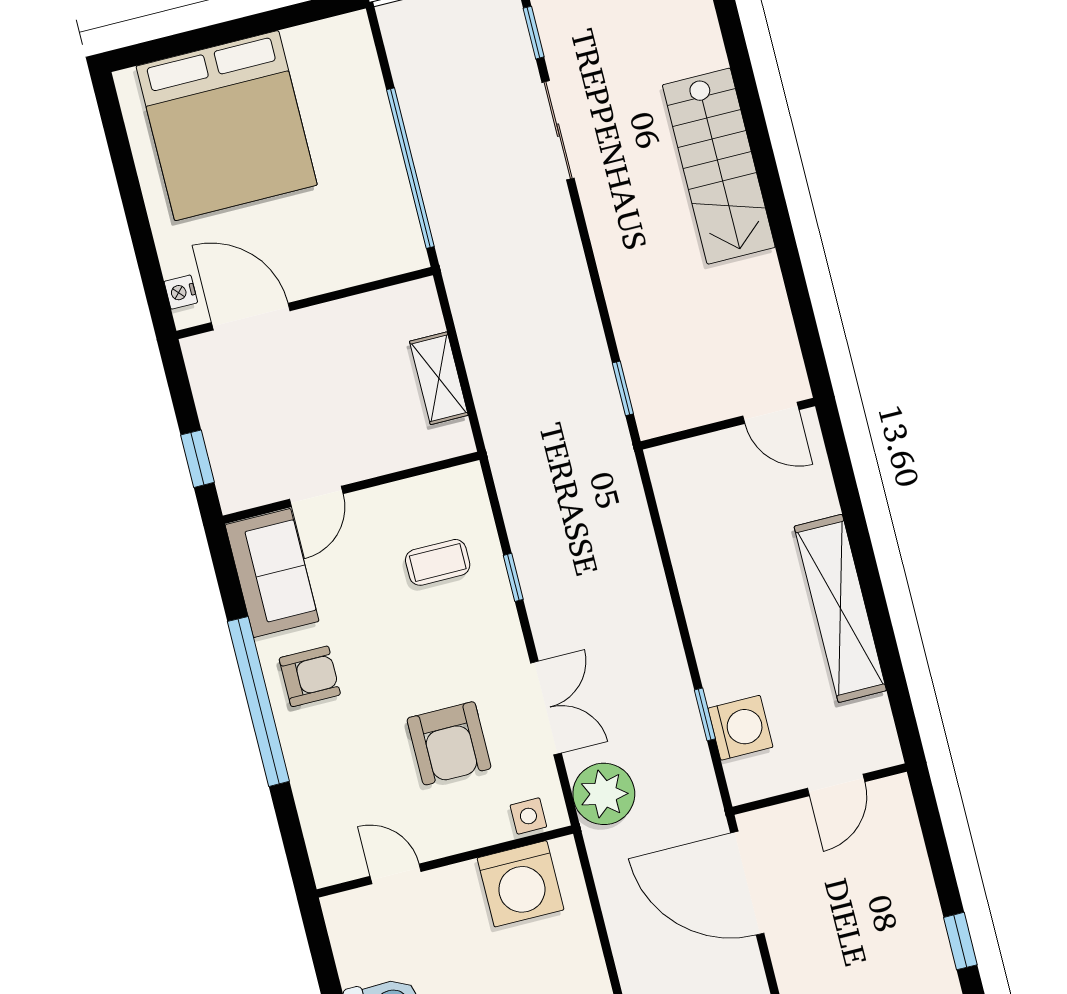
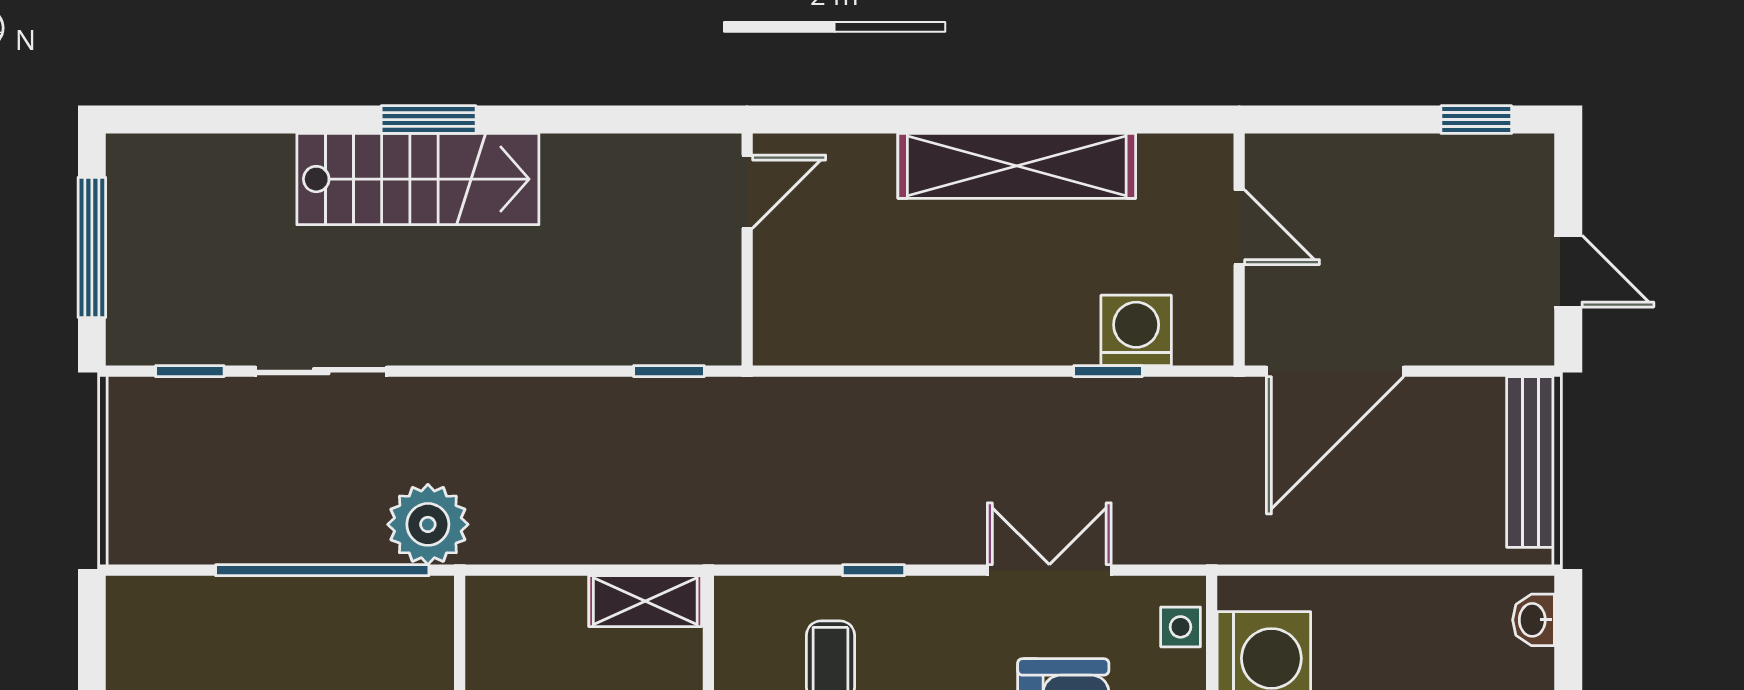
window: (765, 163) -> (429, 120), added
shelving: (439, 378) -> (645, 601), moved
plant: (604, 794) -> (428, 524), moved

